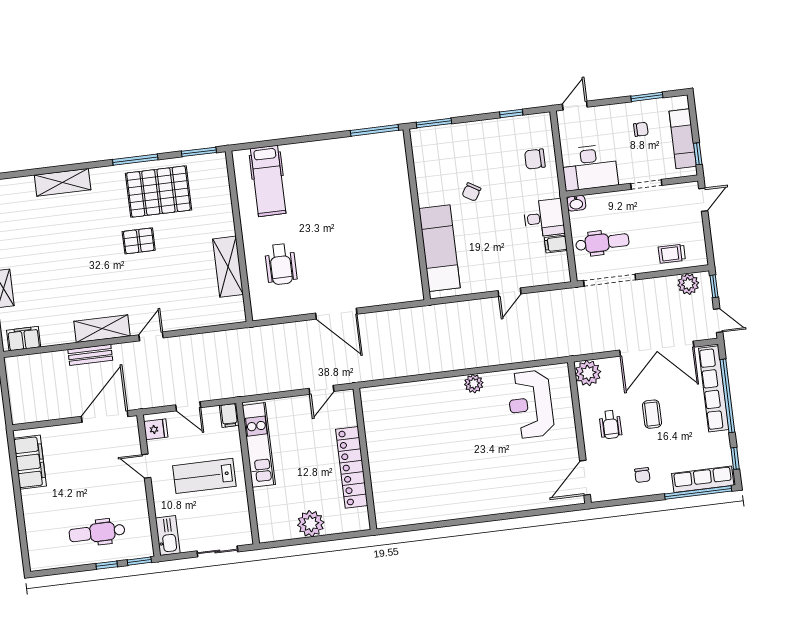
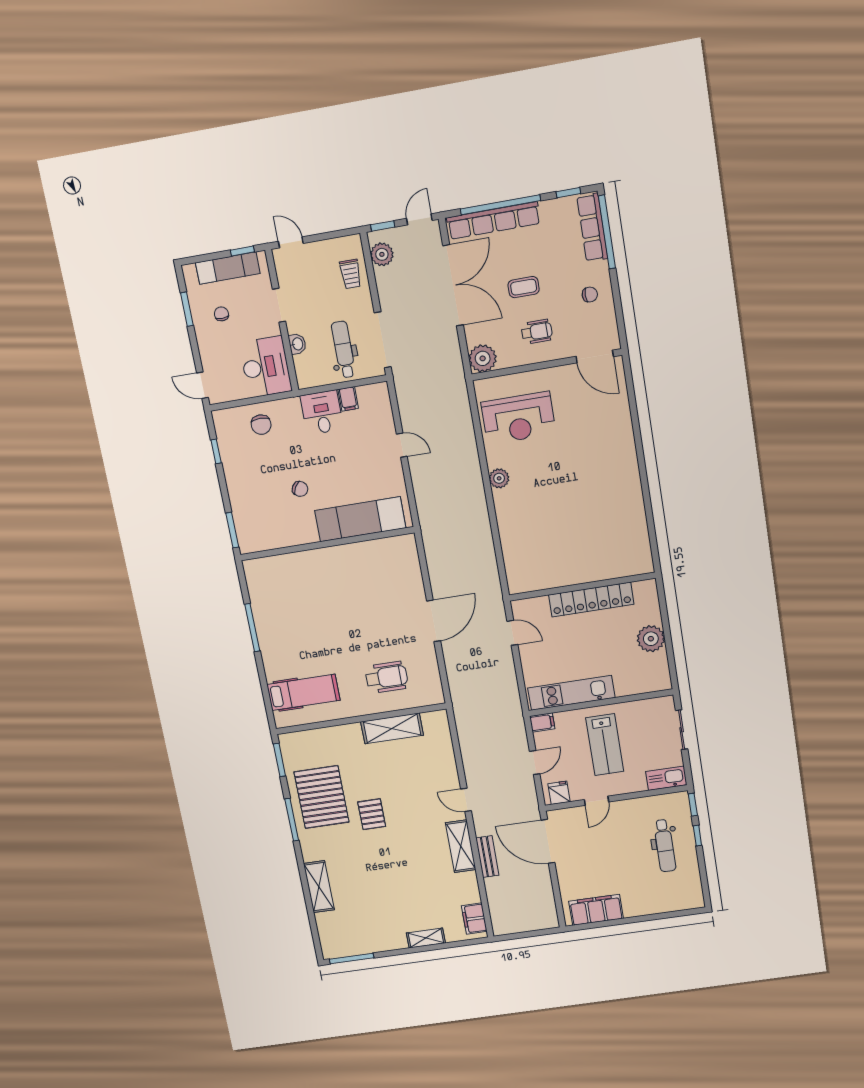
window: (374, 130) -> (252, 628), moved
washbasin: (576, 203) -> (297, 344), moved

